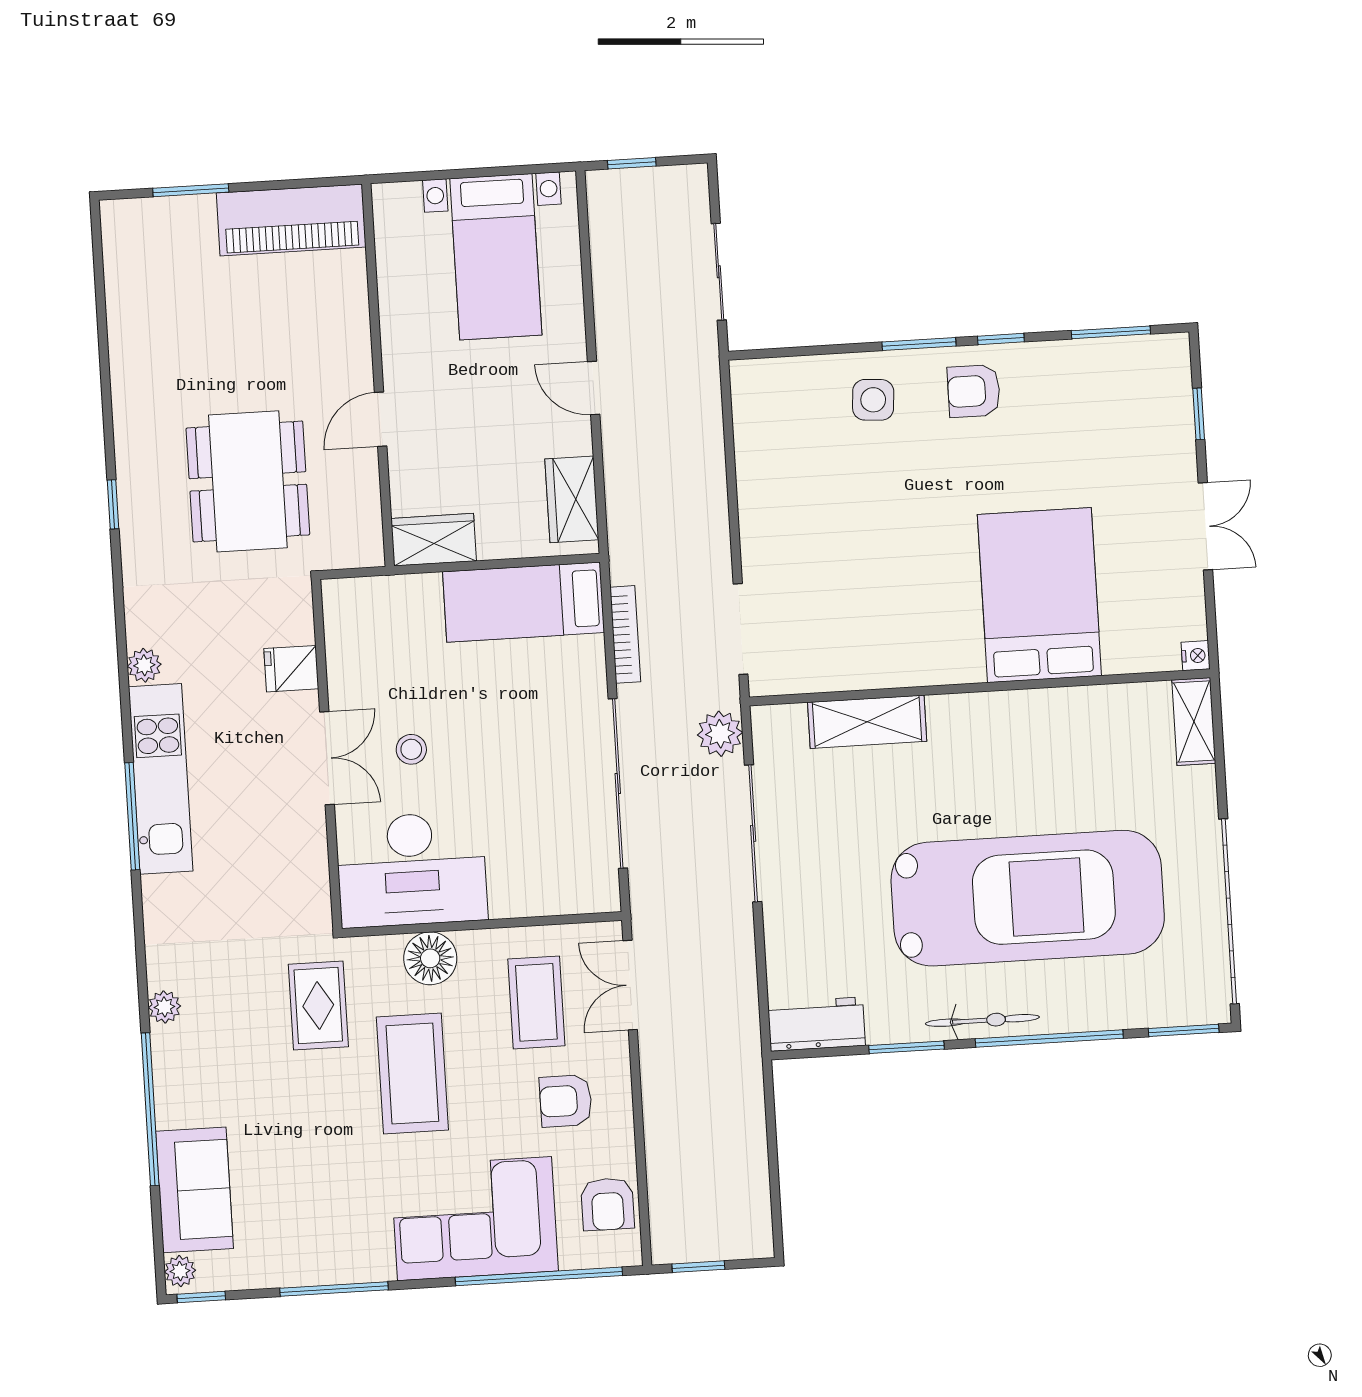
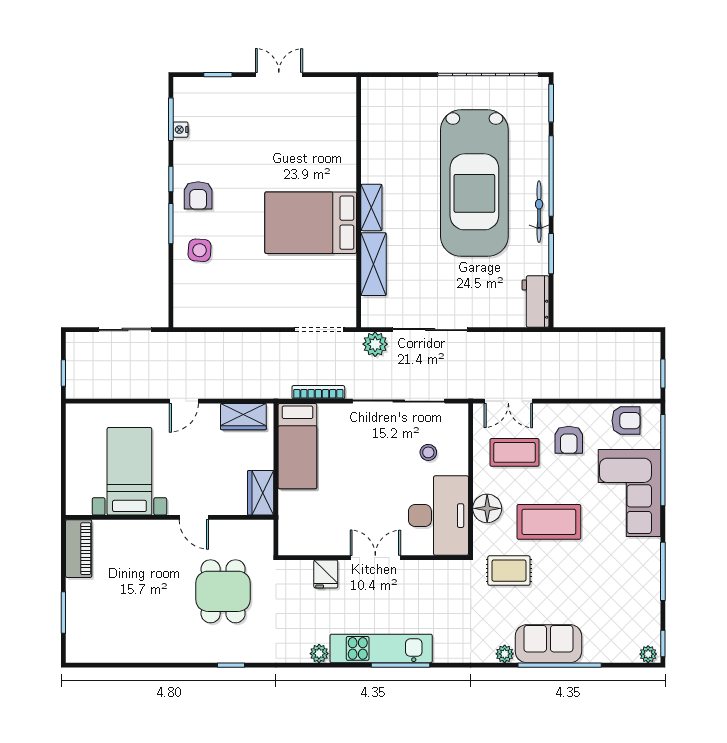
piano: (291, 220) -> (79, 549), width x0.73, depth x0.75
bed with nightstands: (496, 257) -> (129, 471), moved, turned -90
dining table: (248, 481) -> (223, 591), width x0.73
bed: (1039, 595) -> (311, 223), moved
nightstand: (1196, 656) -> (180, 130), moved, turned -90
shelving: (1194, 722) -> (371, 207), moved, turned 90
stool: (411, 749) -> (428, 452), moved
car: (1028, 898) -> (474, 183), turned 180
sofa: (194, 1190) -> (548, 644), moved

